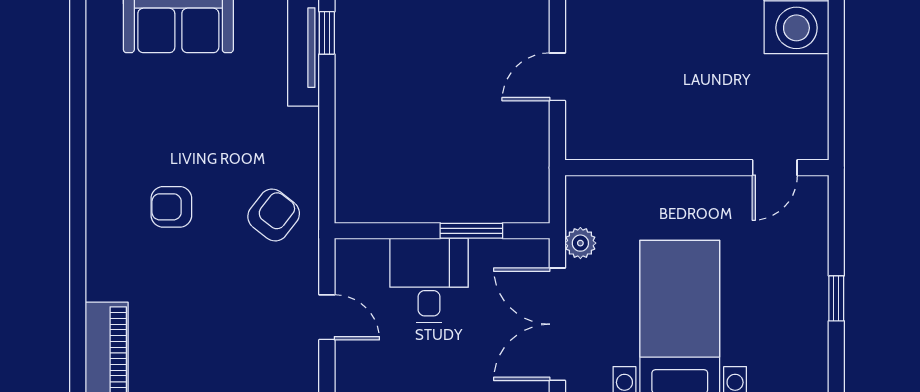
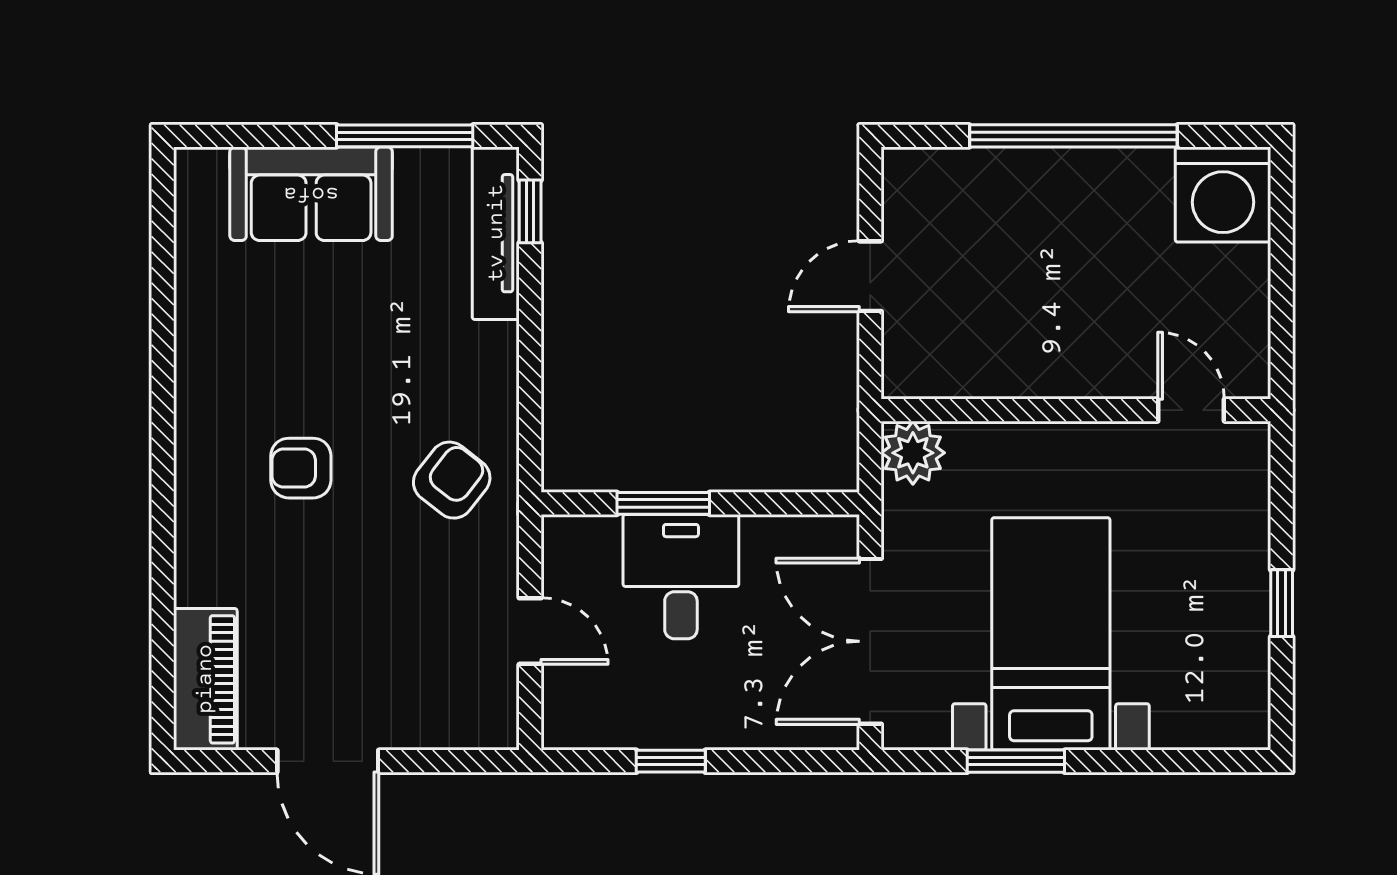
door: (775, 168) -> (1191, 410), swing flipped
window: (471, 231) -> (663, 503), moved
plant: (580, 243) -> (913, 453), moved, width x1.38, depth x1.38

